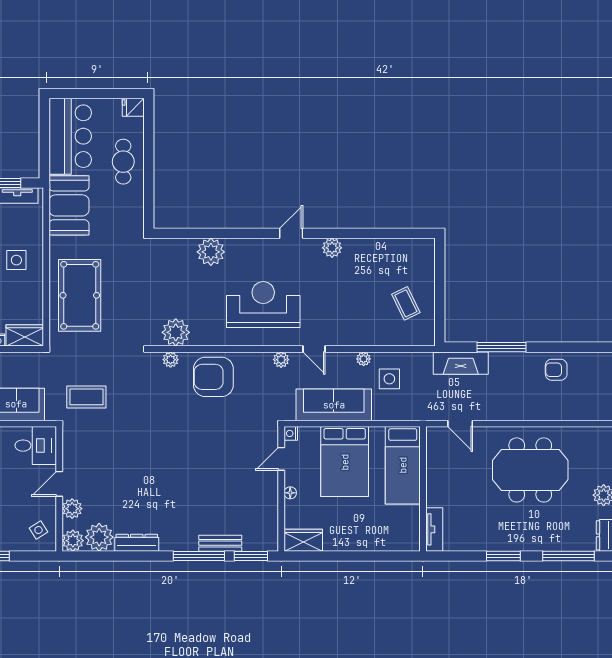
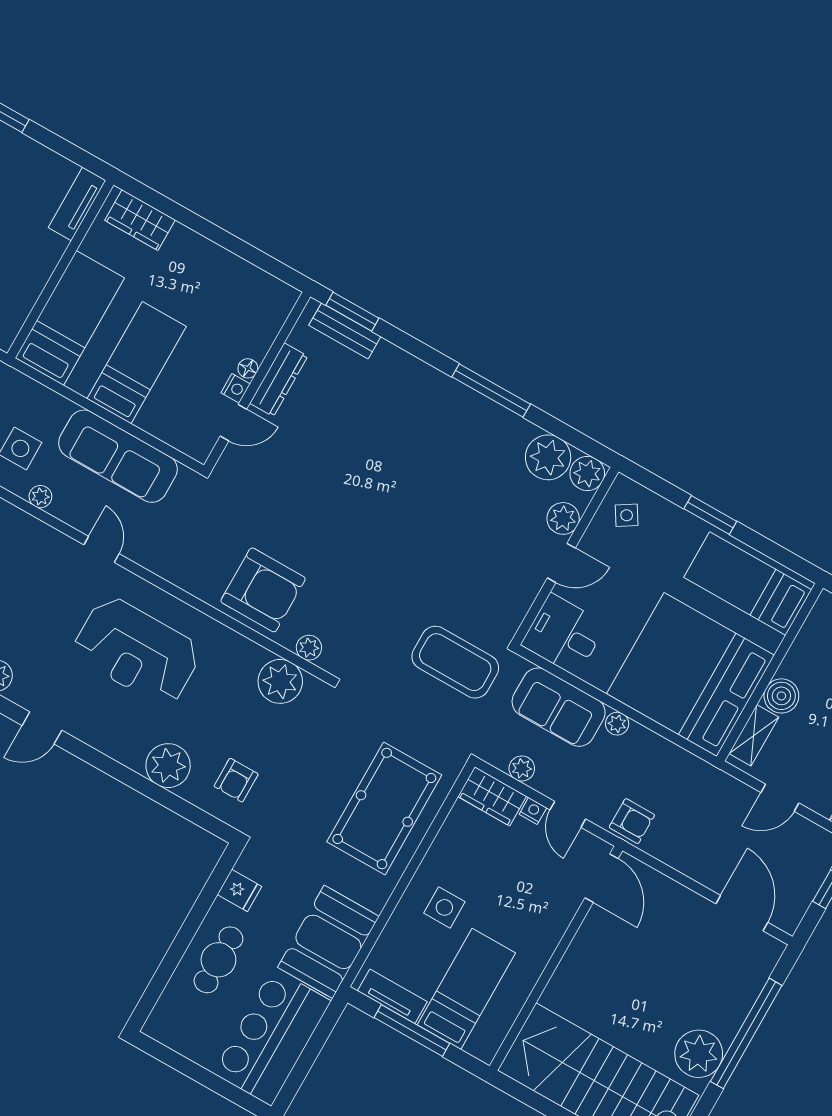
fridge: (133, 107) -> (239, 891), moved
armchair: (169, 265) -> (236, 780), added
plant: (281, 360) -> (522, 768), moved
coffee table: (86, 397) -> (455, 662), width x1.36, depth x1.32
nightstand: (291, 433) -> (236, 388), moved
bed: (345, 462) -> (137, 363), width x0.67
wardrobe: (303, 540) -> (140, 220), moved
dresser: (137, 543) -> (279, 380), moved, turned -90
bench: (220, 543) -> (345, 331), moved
window: (199, 556) -> (491, 390), moved

